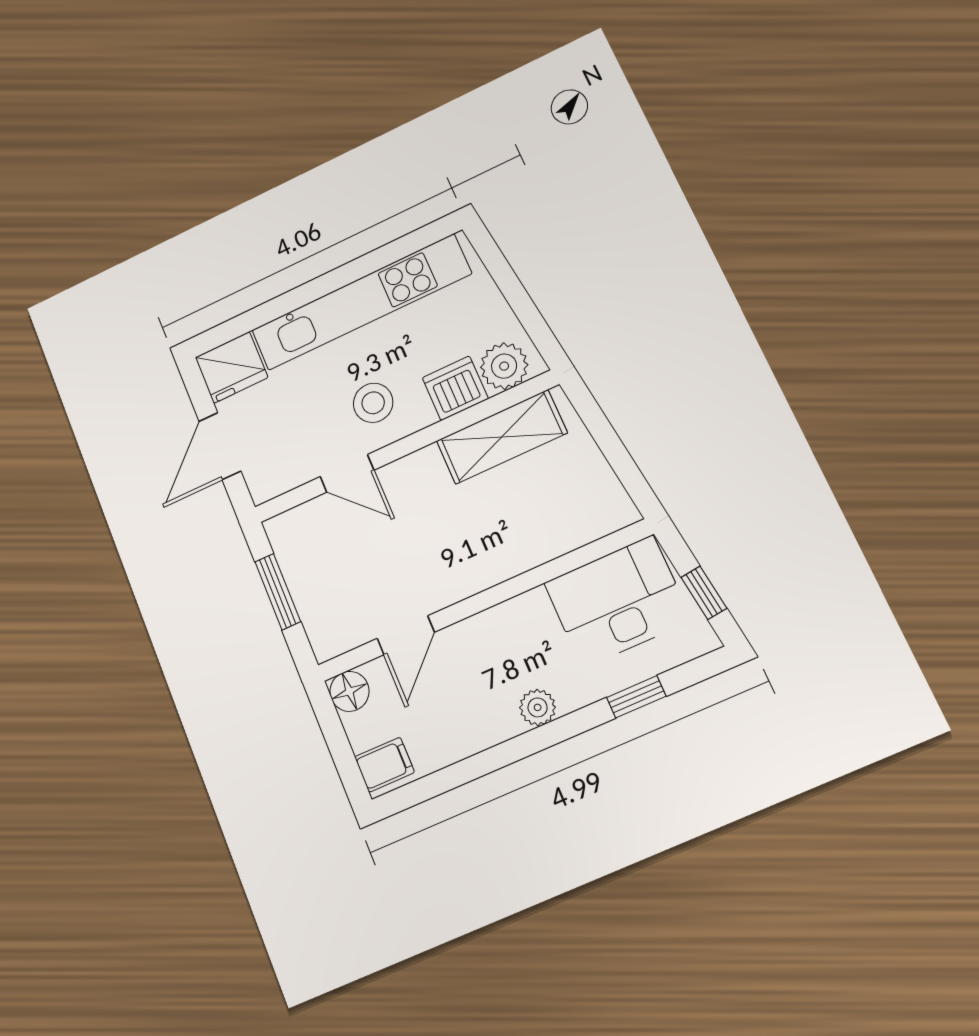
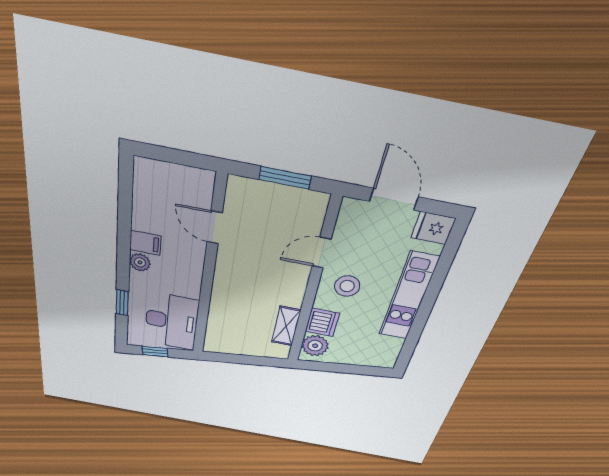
kitchen unit: (361, 302) -> (408, 297), width x0.73
fridge: (231, 367) -> (433, 228), width x0.72
shelving: (502, 437) -> (286, 326), width x0.67, depth x0.75
floor lamp: (349, 691) -> (202, 181), removed
filing cabinet: (385, 765) -> (145, 243), moved, turned -90

